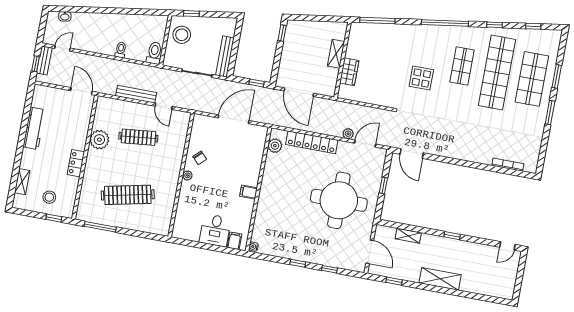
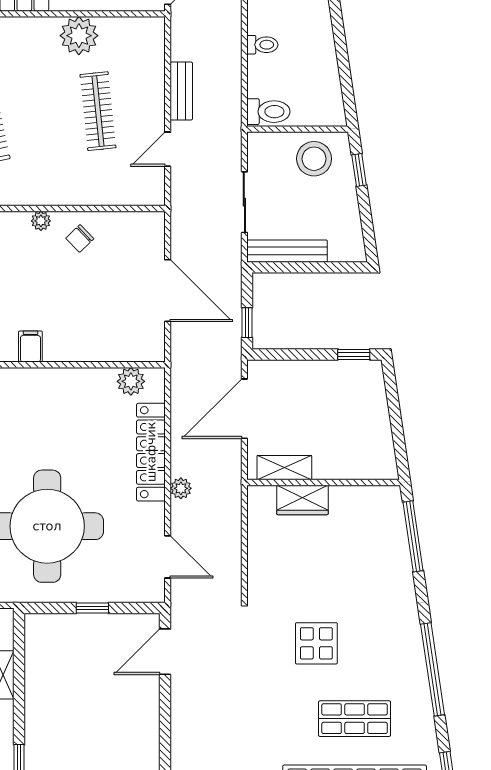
shelving: (336, 54) -> (284, 468), moved
bench: (136, 94) -> (181, 91), width x0.73
plant: (348, 134) -> (181, 488), moved

